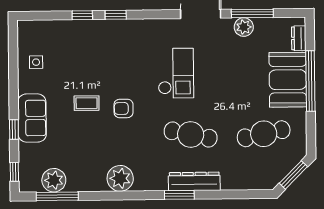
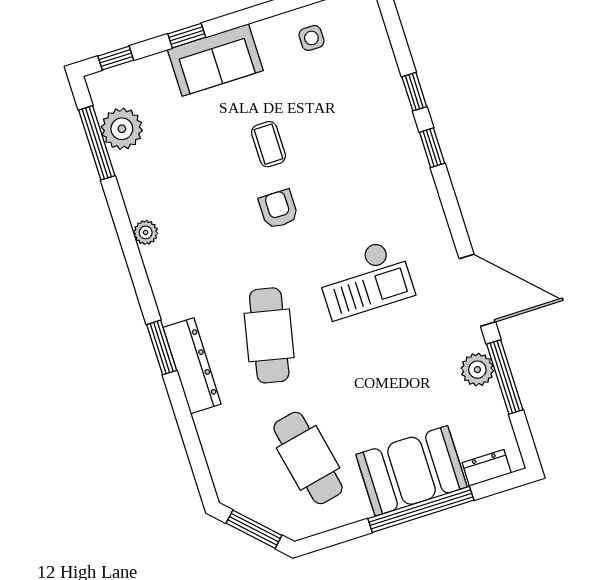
plant: (120, 178) -> (146, 232), width x0.53, depth x0.53

